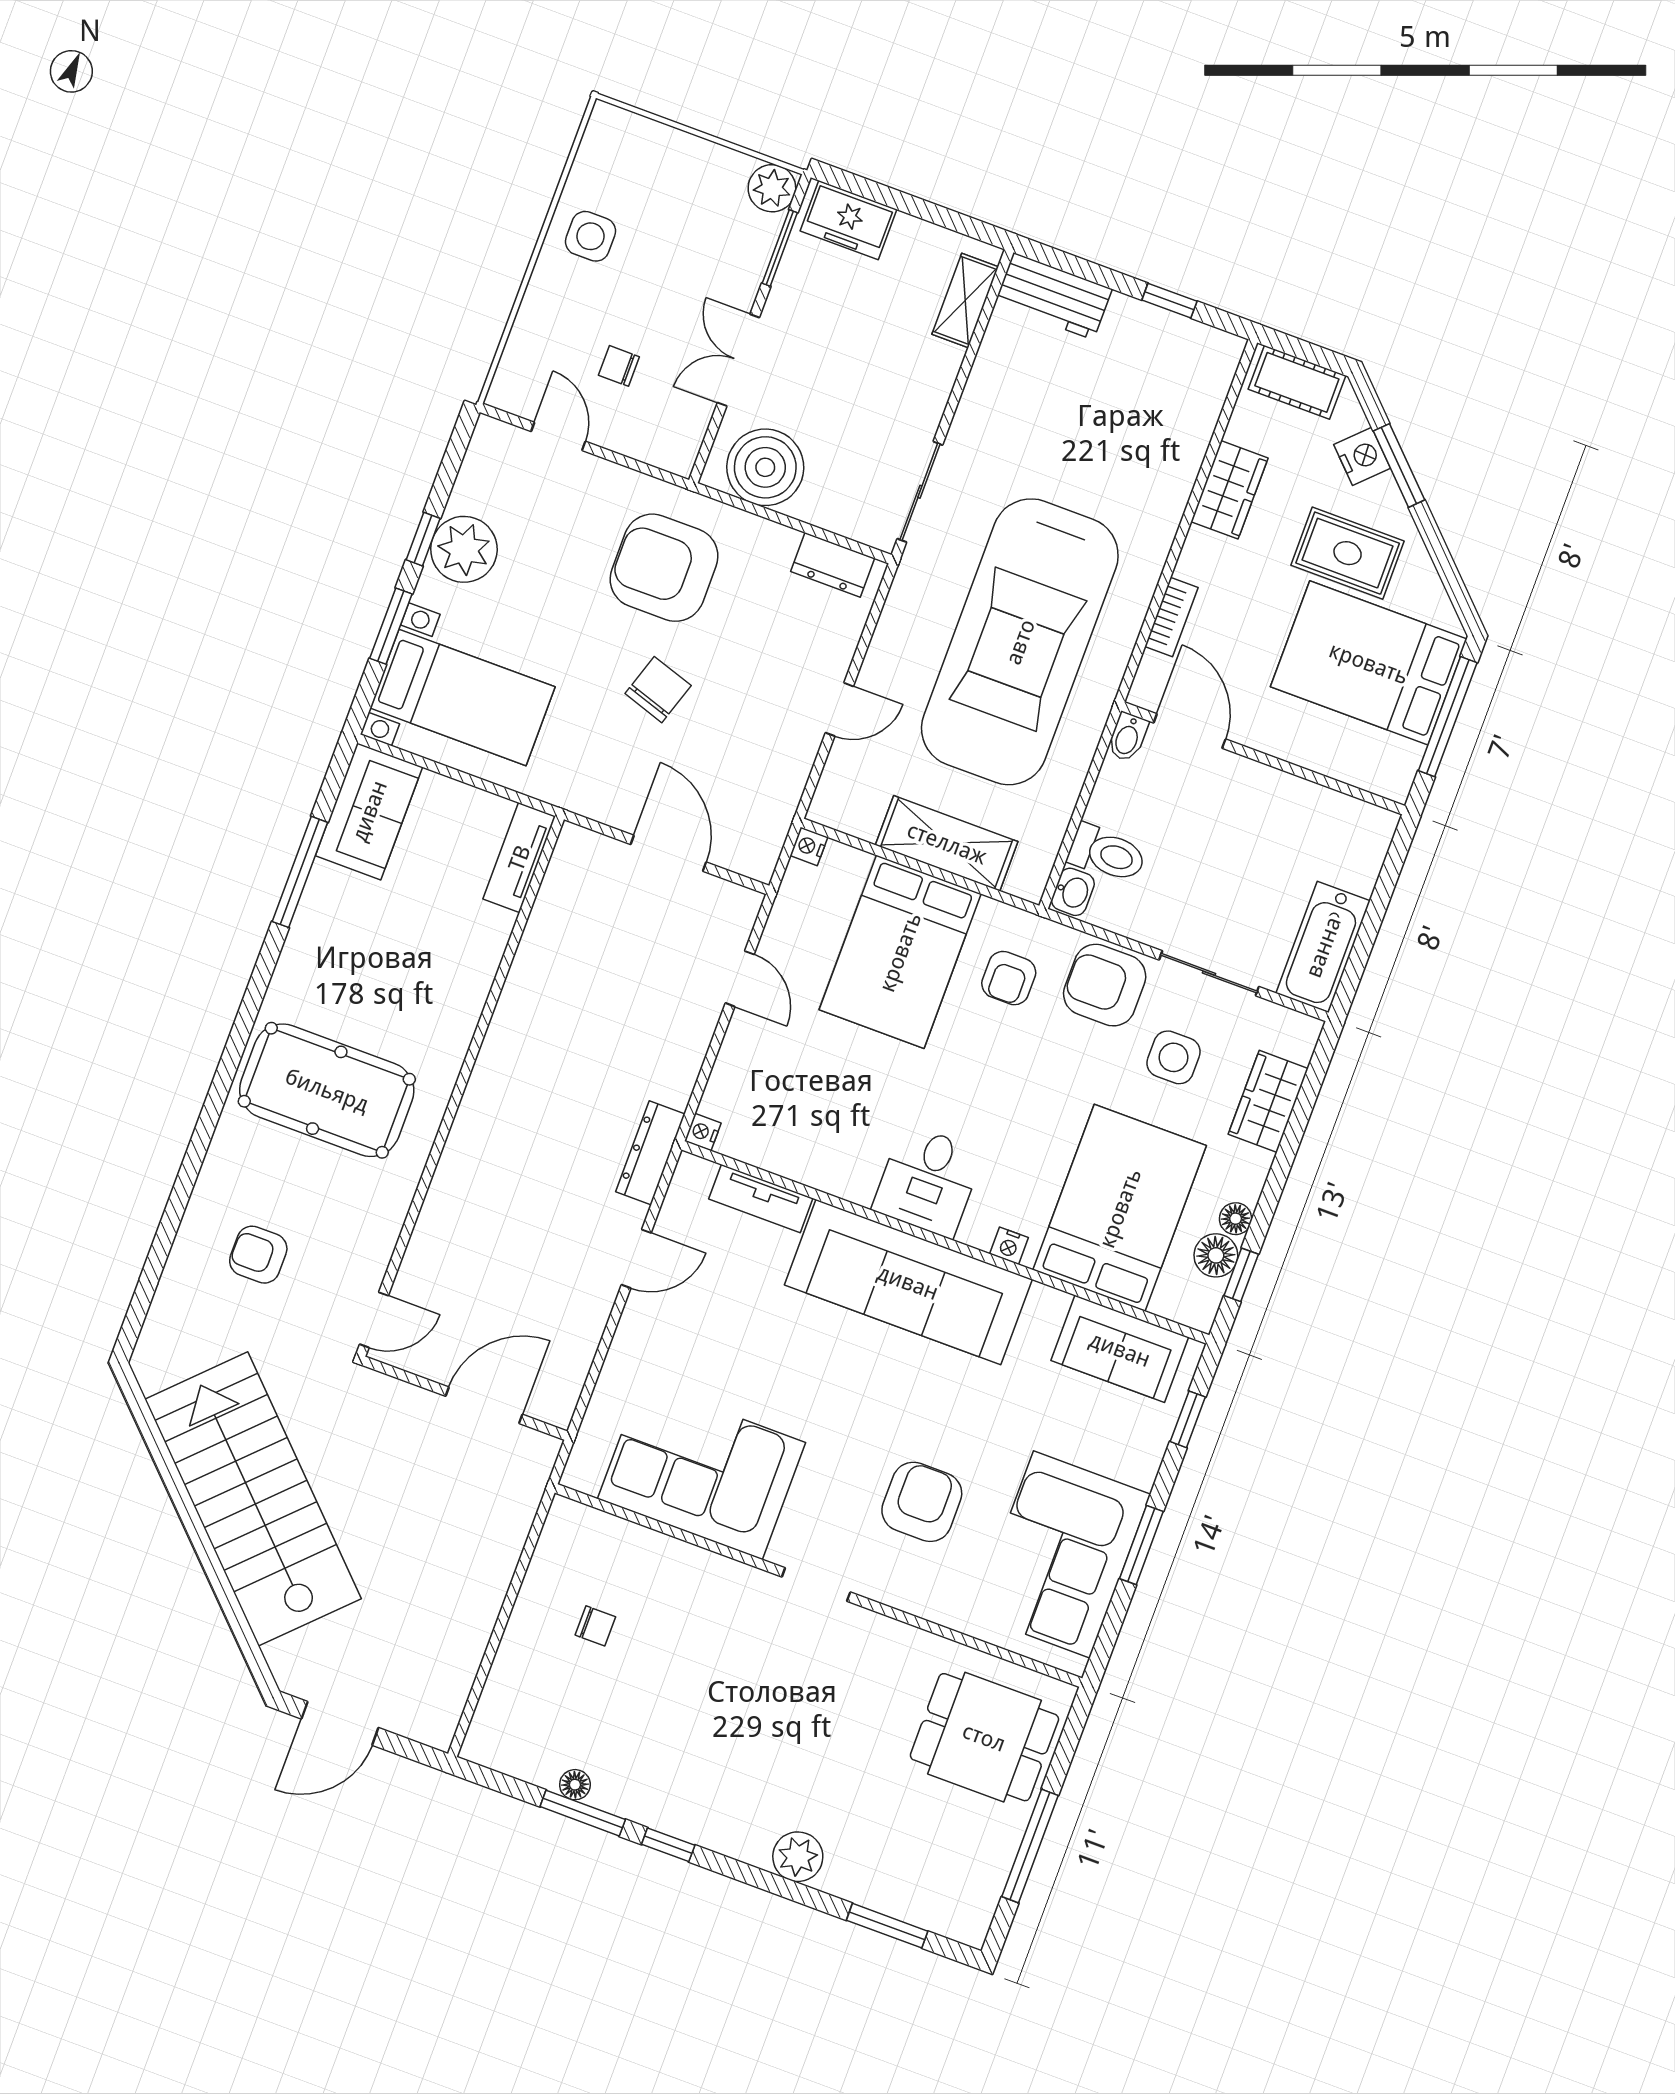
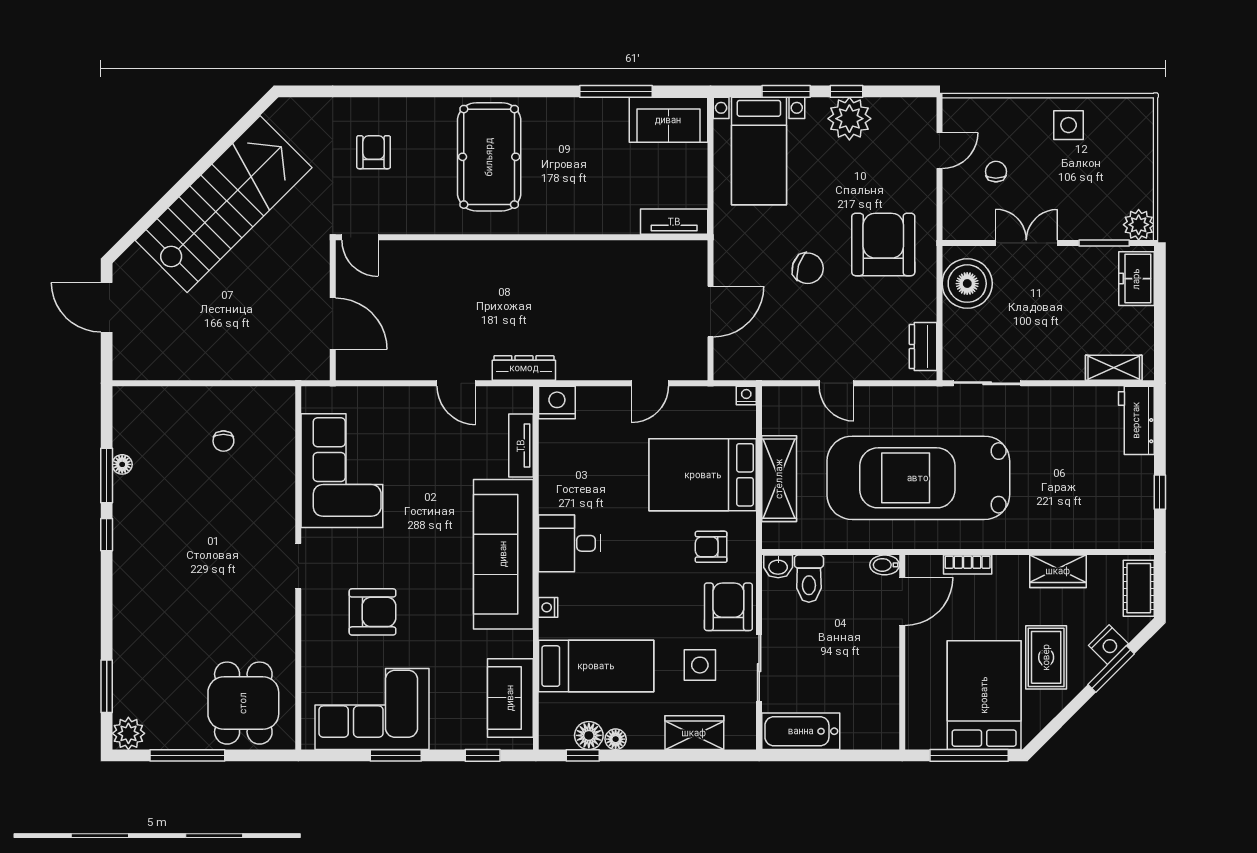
nightstand: (703, 1132) -> (557, 402), width x1.89, depth x1.79
bed: (1120, 1208) -> (596, 666), width x0.67
plant: (798, 1857) -> (128, 733), moved

